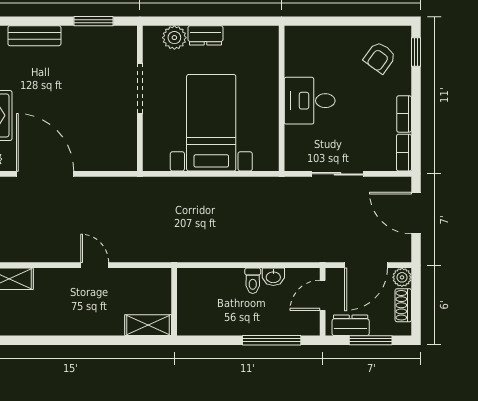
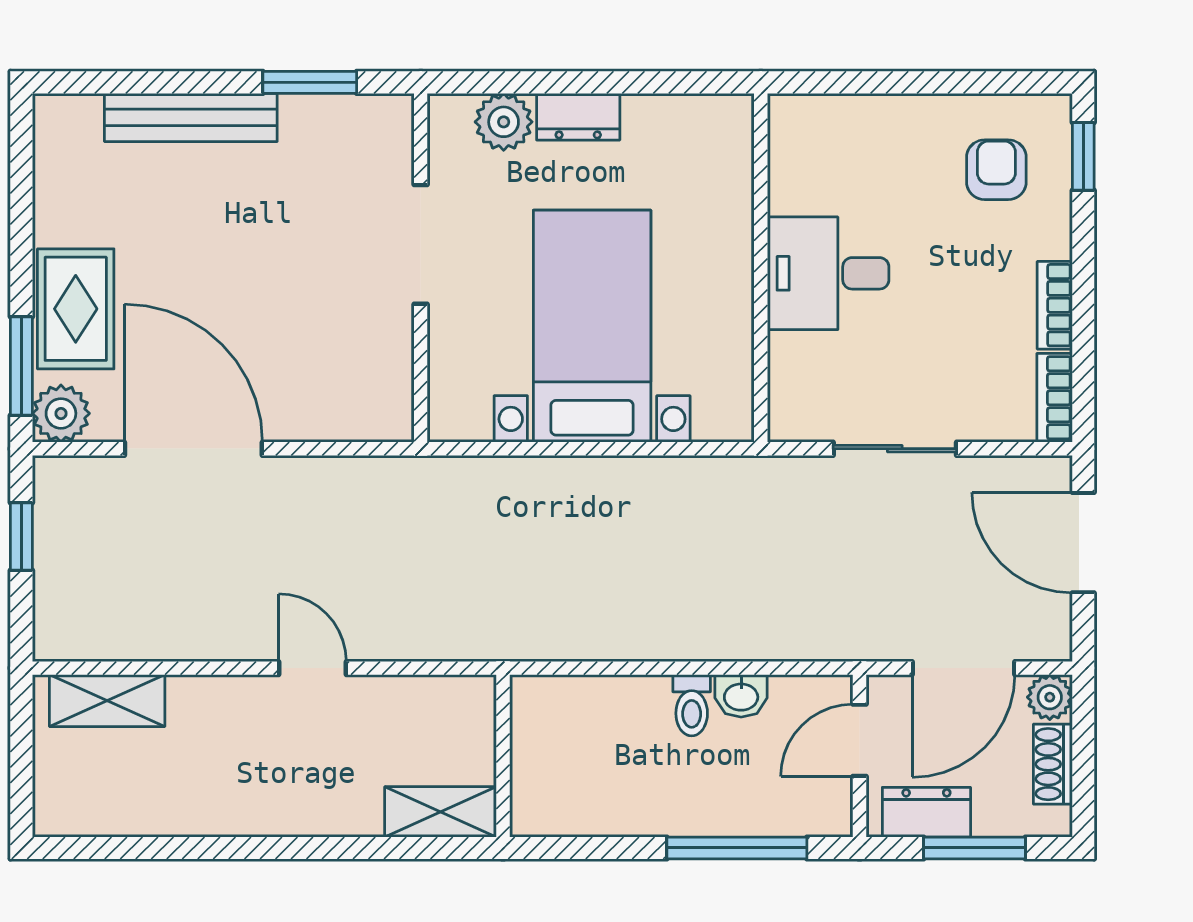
bench: (34, 36) -> (191, 117), width x1.36
armchair: (380, 57) -> (996, 170), turned 144

